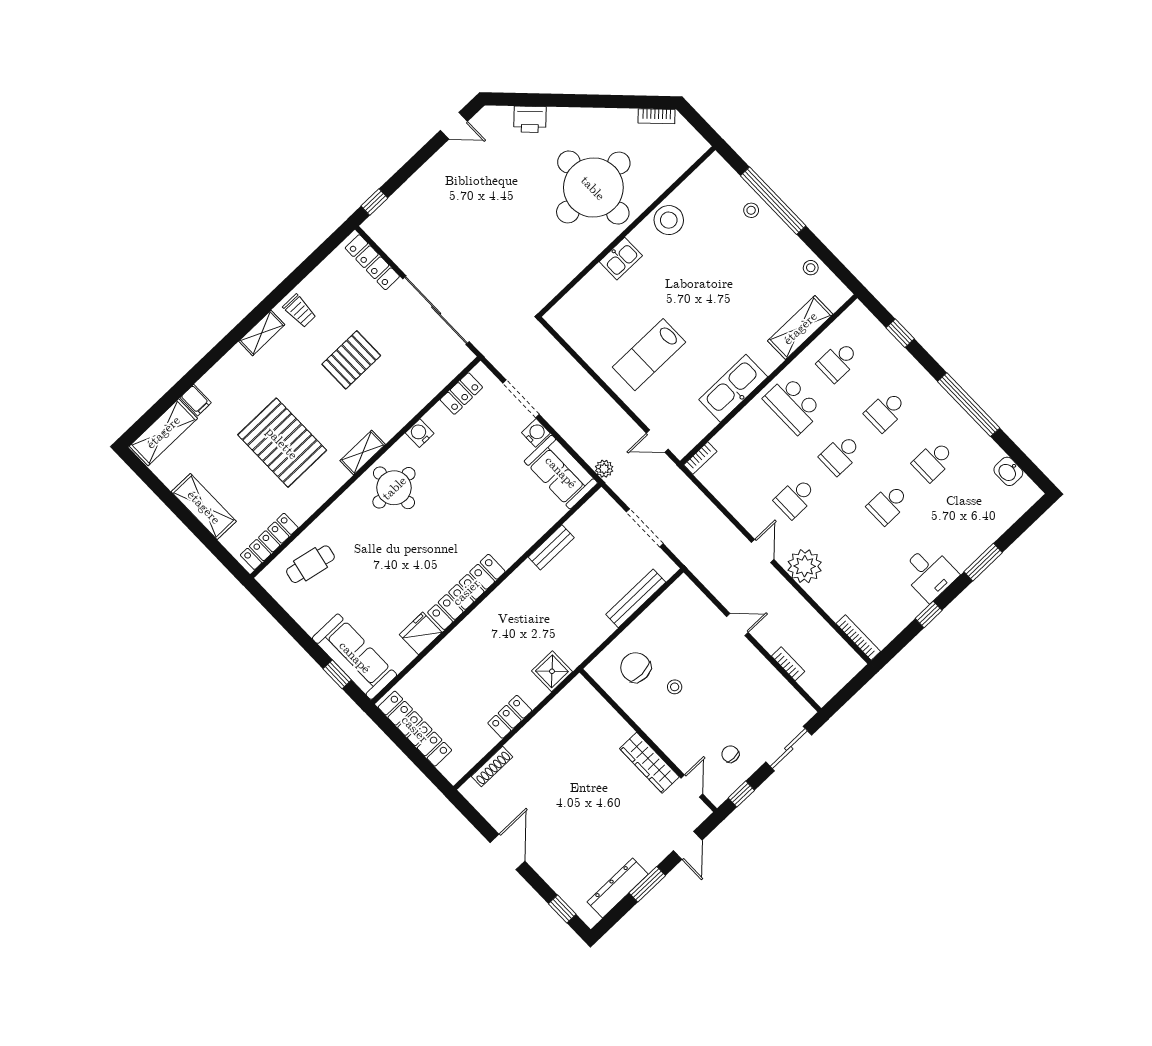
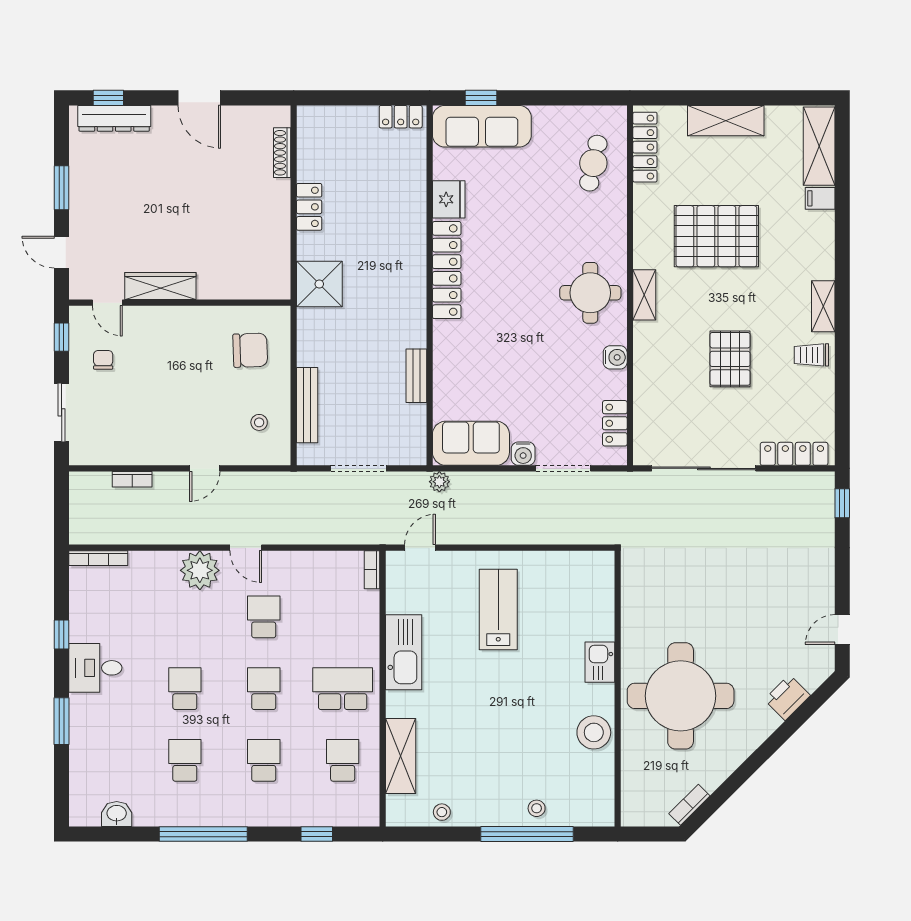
shower: (552, 671) -> (319, 284), width x1.36, depth x1.36
stool: (675, 687) -> (259, 422), moved
locker: (415, 729) -> (401, 117), width x0.46, depth x0.83
chair: (730, 754) -> (103, 360), turned -90
dresser: (618, 888) -> (114, 118), moved, turned 90

